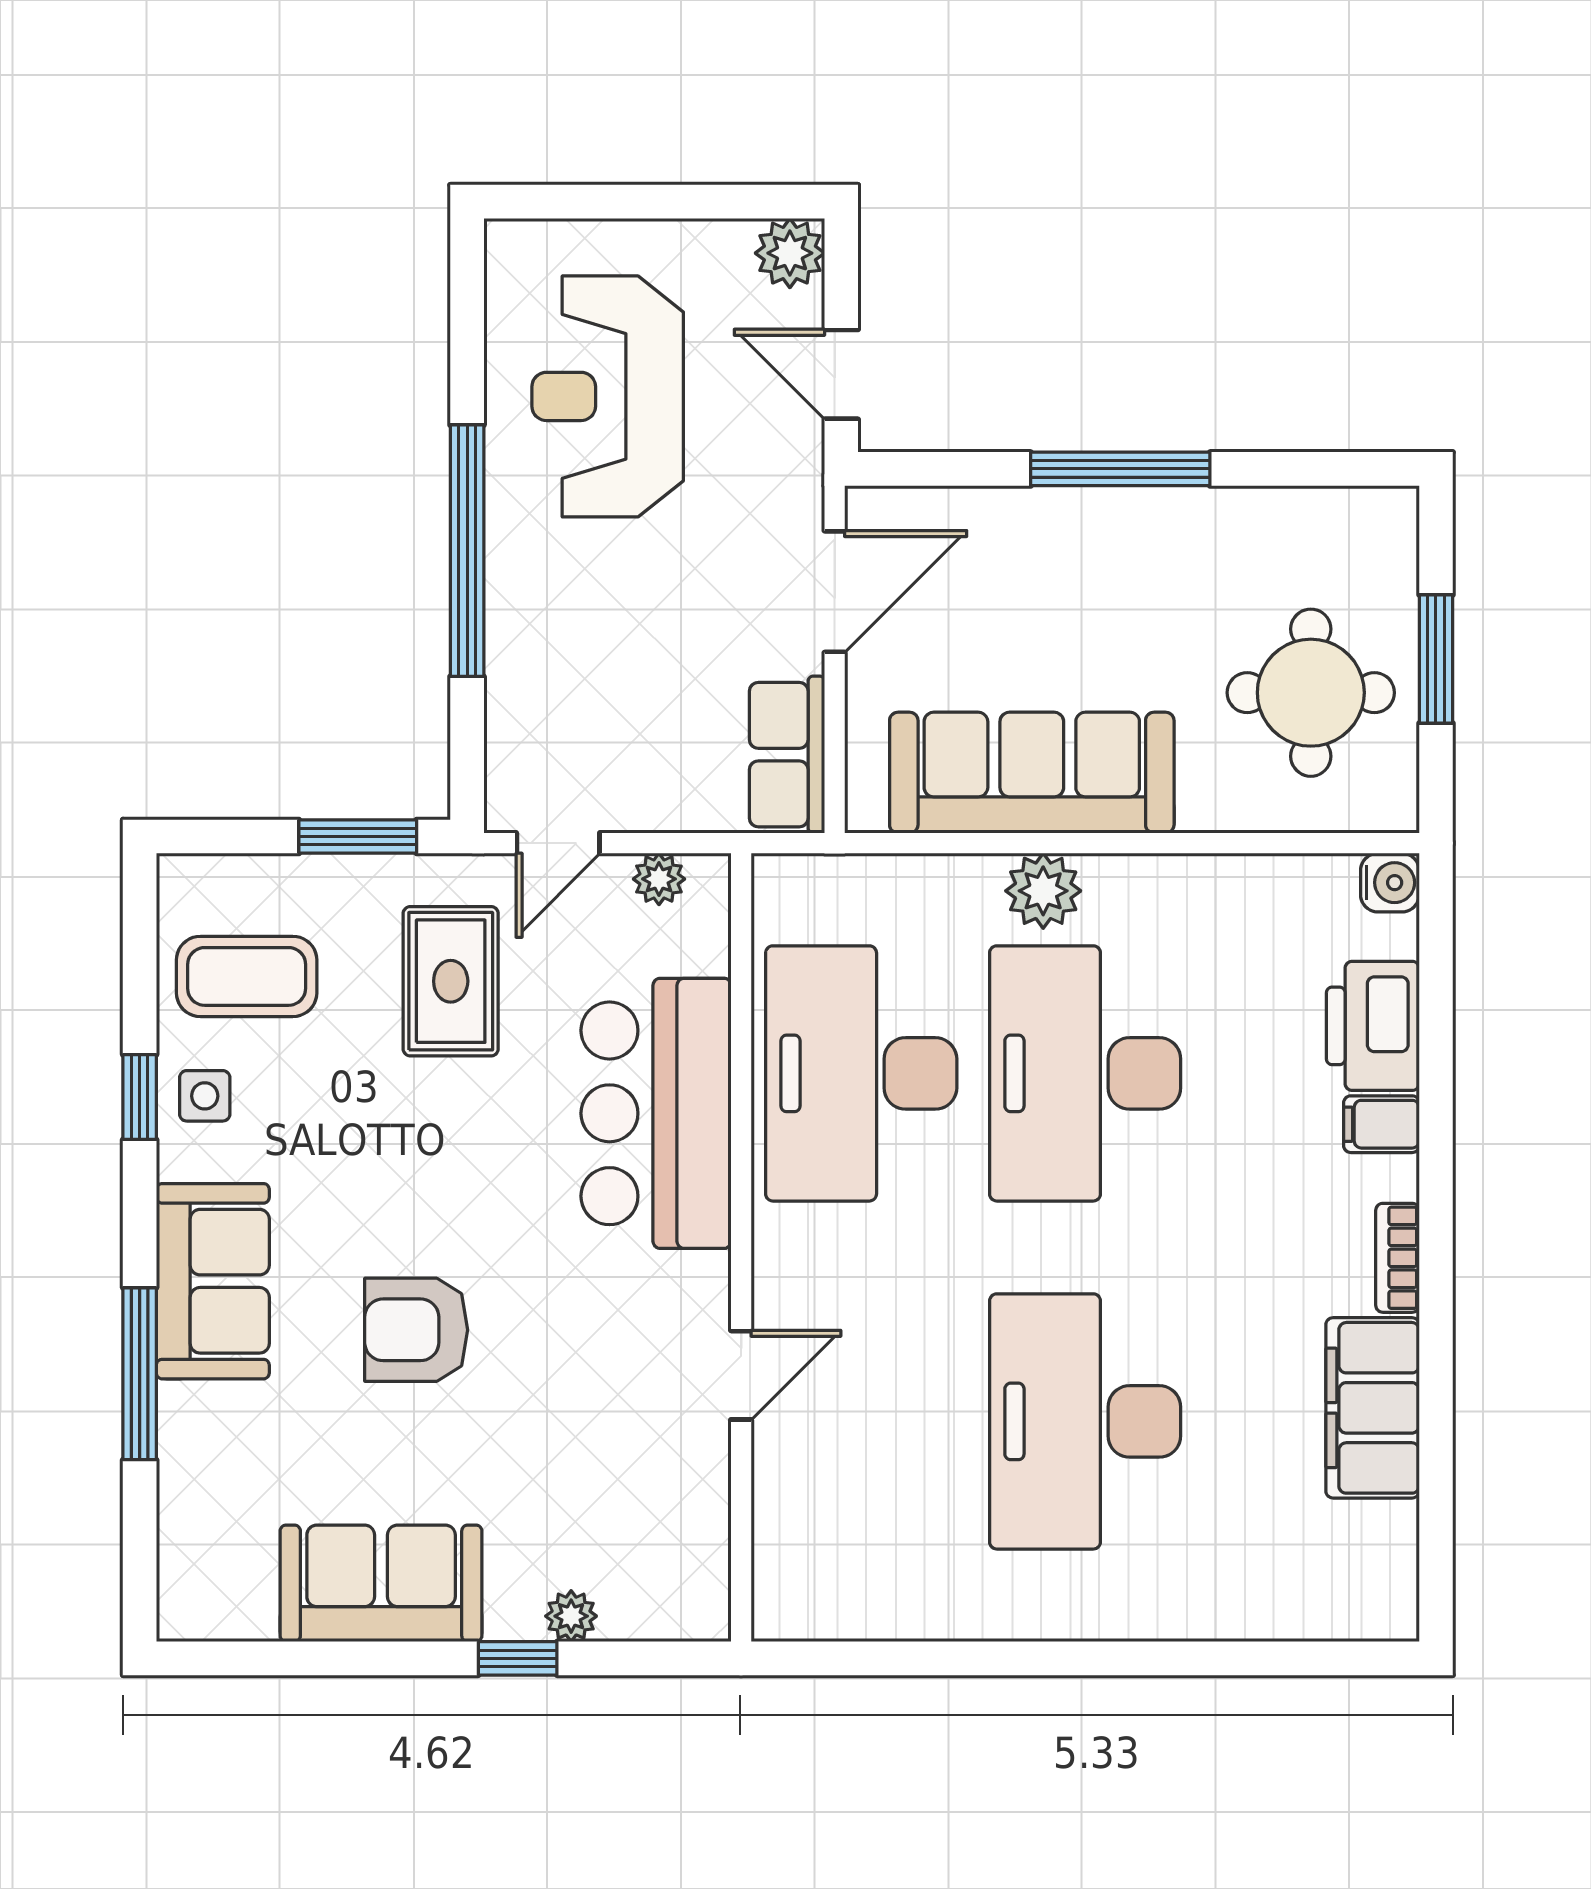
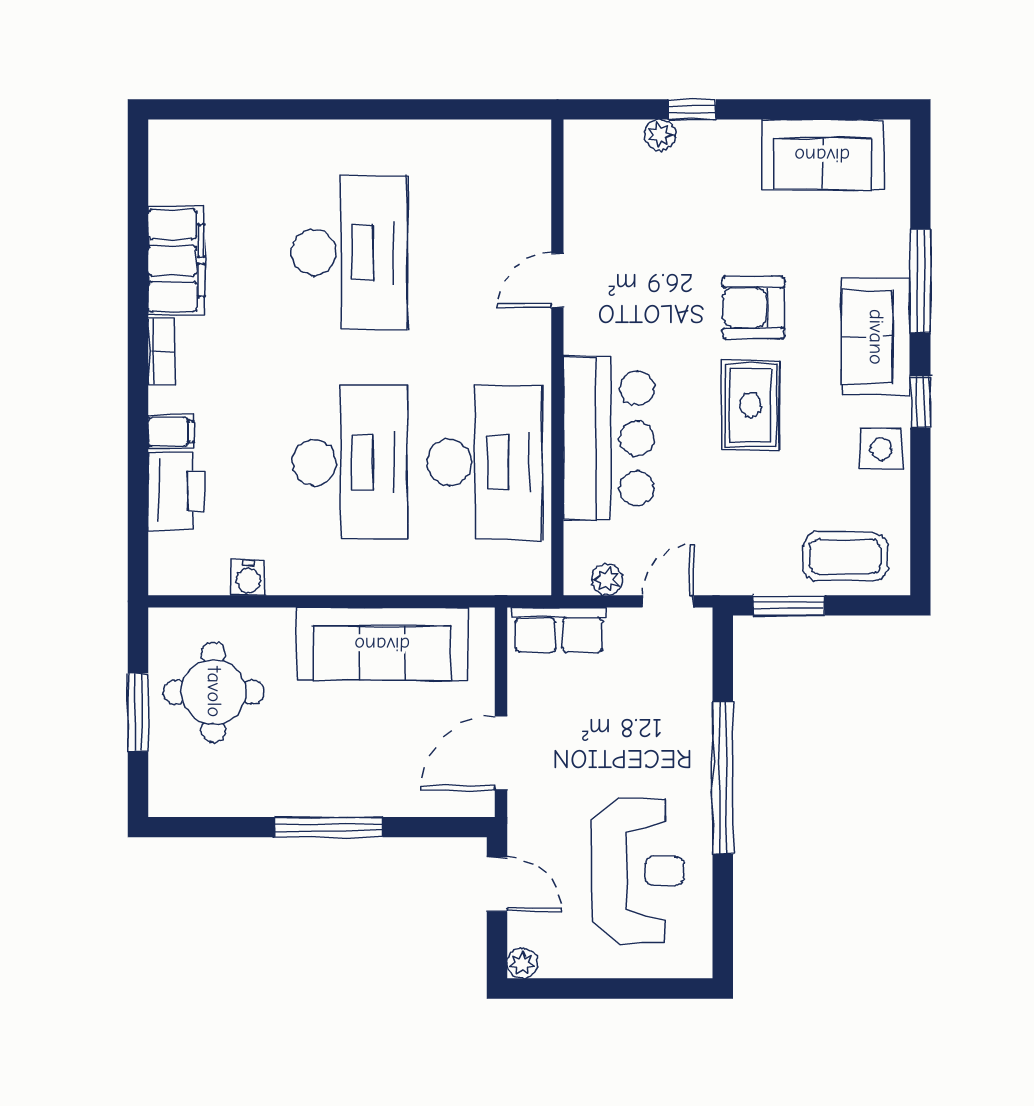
plant: (790, 253) -> (522, 963), width x0.73, depth x0.73
row of seats: (787, 755) -> (559, 630), moved, turned 90
water cooler: (1390, 883) -> (248, 578), moved, turned -90
plant: (1043, 891) -> (375, 573), removed
coffee table: (247, 976) -> (845, 557), moved
rug: (451, 981) -> (751, 405), moved
side table: (205, 1096) -> (881, 449), width x1.37, depth x1.37
window: (140, 1097) -> (920, 402), moved
armchair: (416, 1330) -> (754, 308), turned 180
sofa: (381, 1583) -> (822, 155), moved

